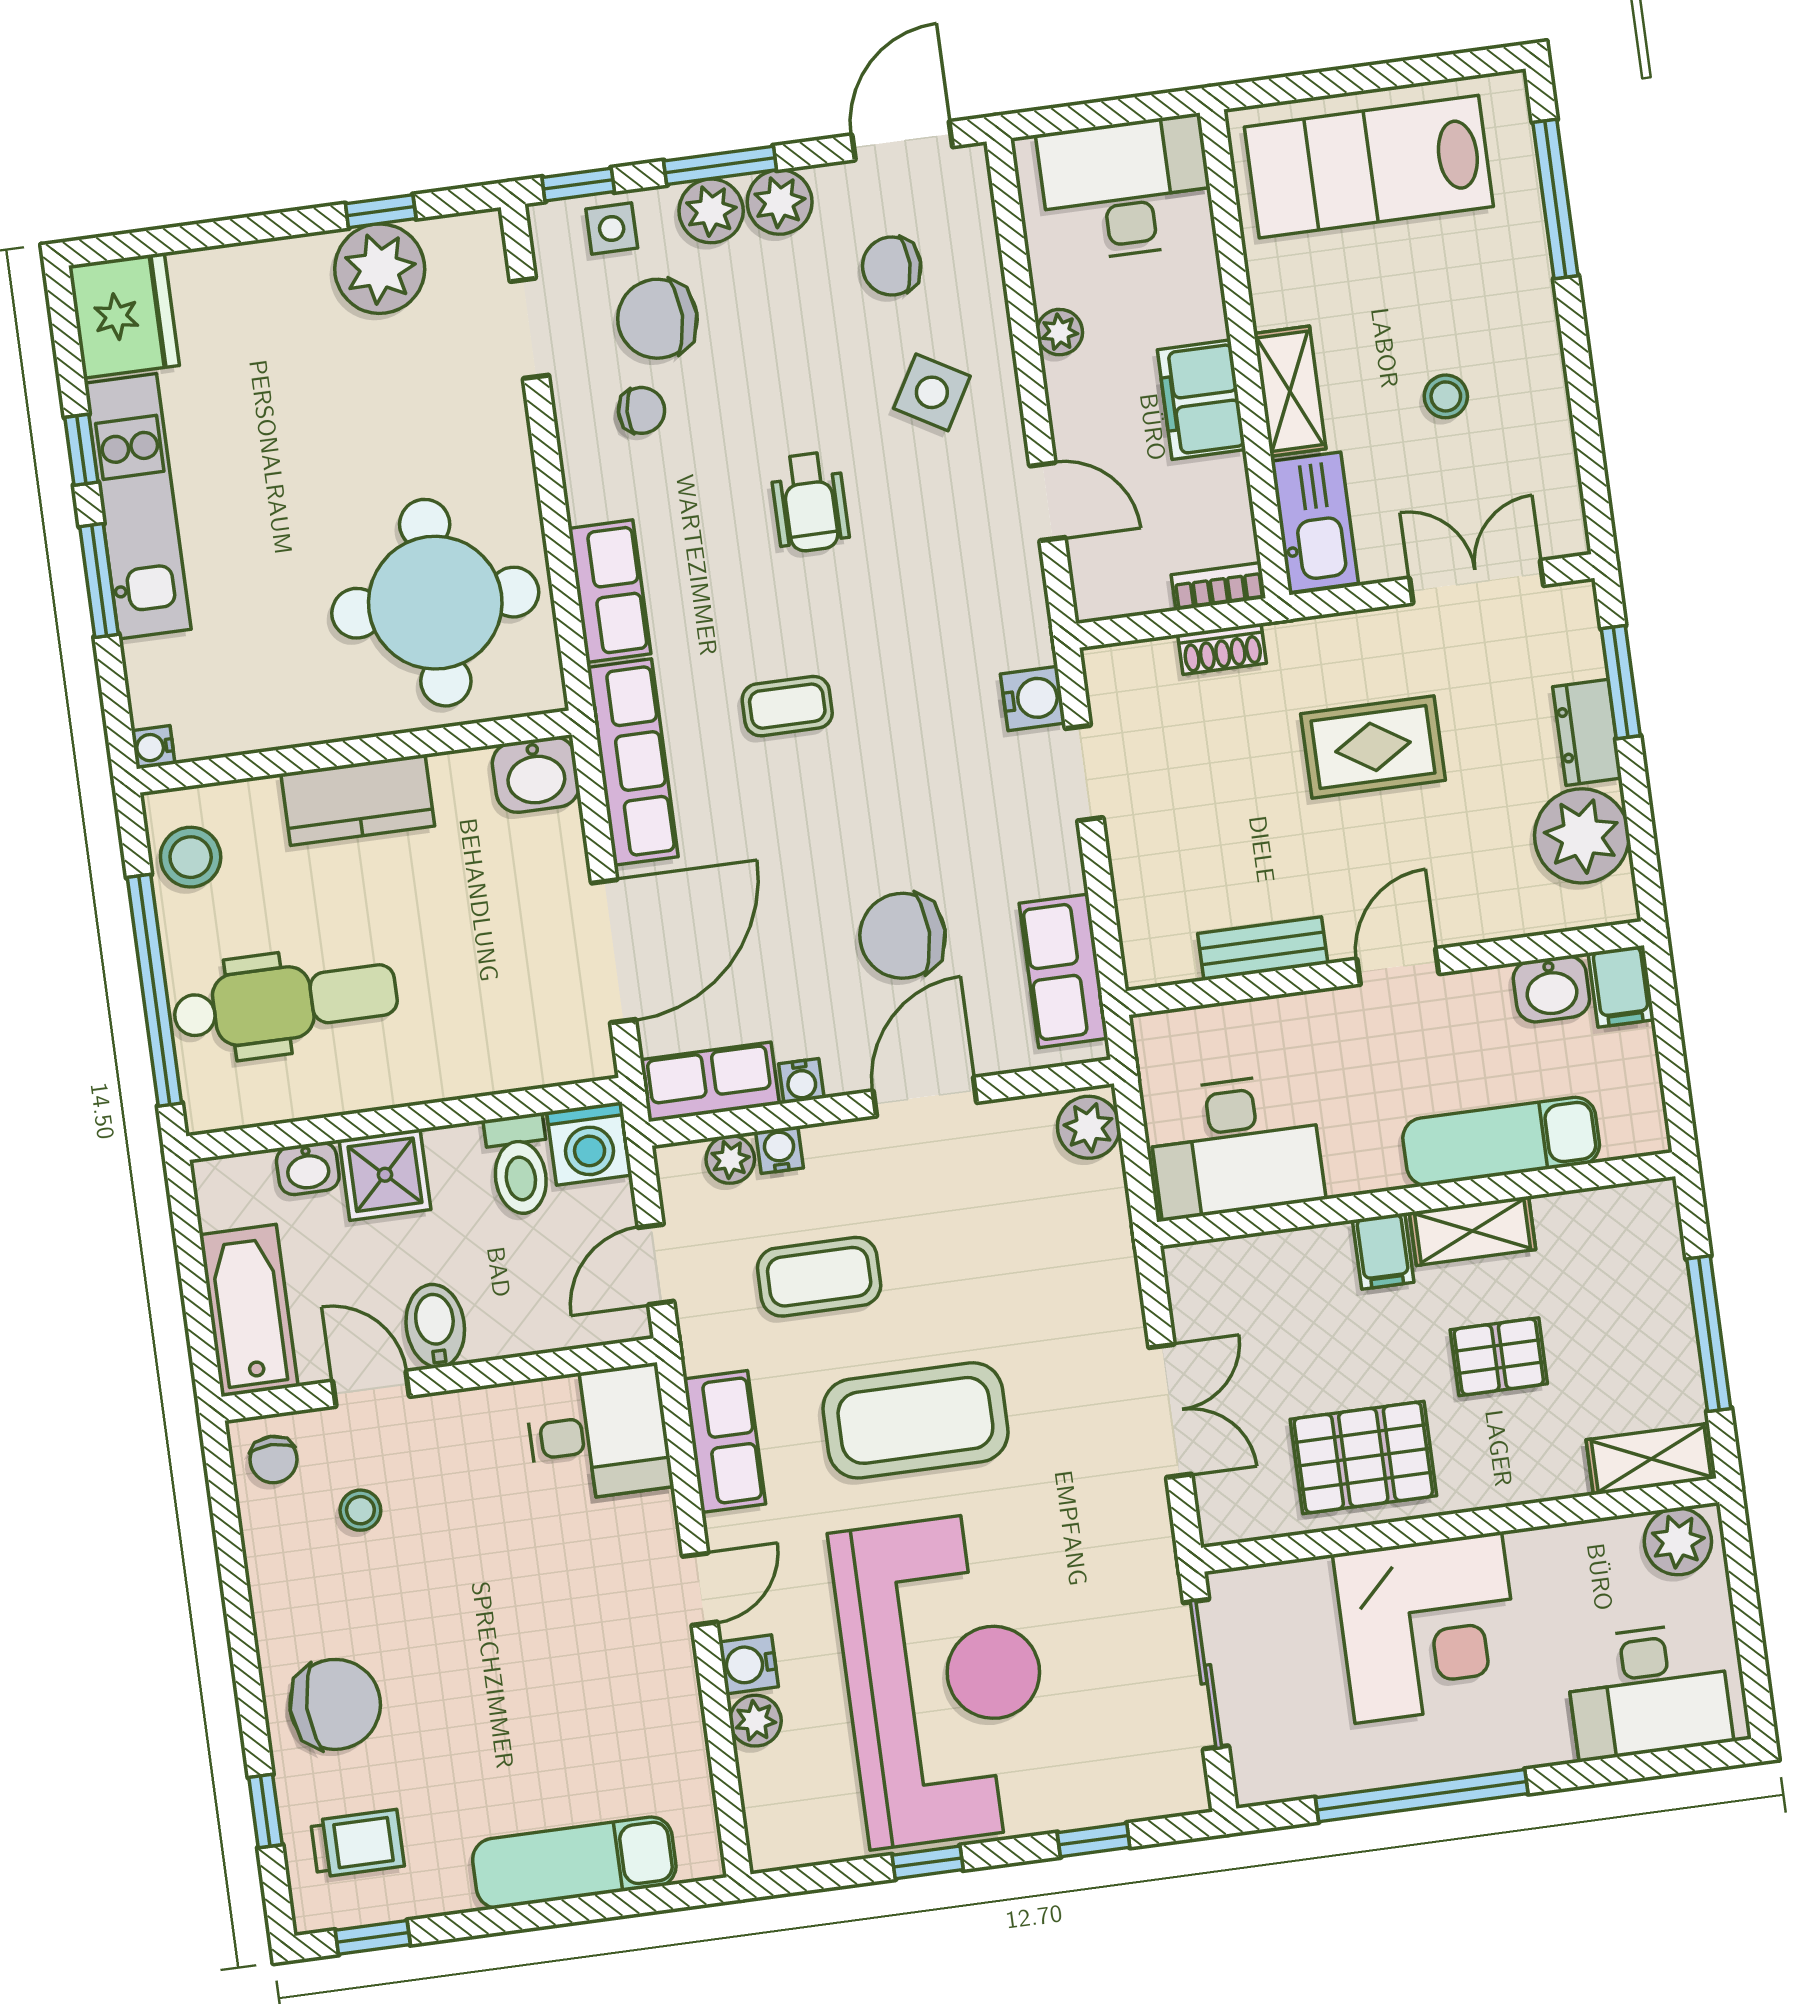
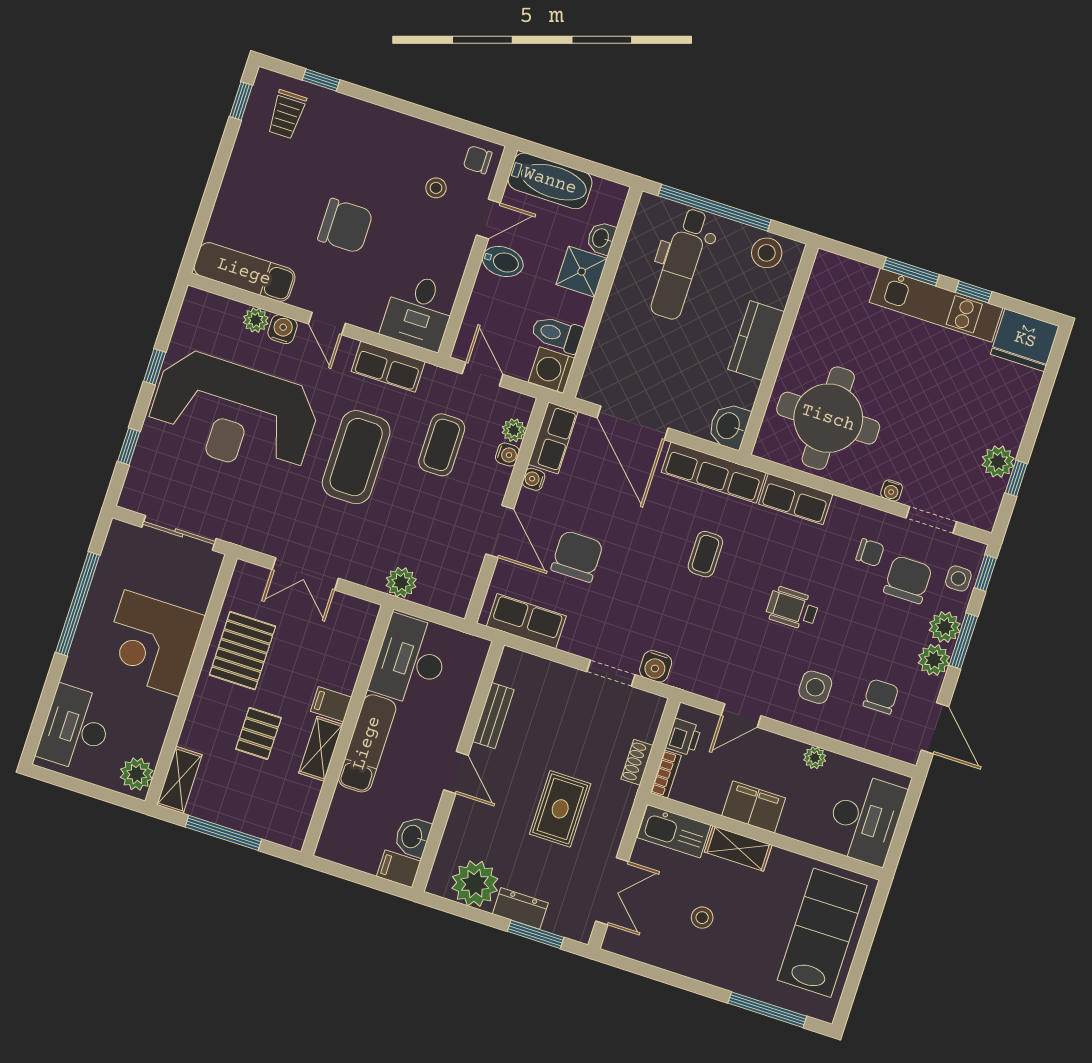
plant: (380, 269) -> (998, 462), width x0.73, depth x0.73
side table: (932, 392) -> (815, 687), turned -30
chair: (641, 410) -> (870, 553), turned -93
printer: (1136, 587) -> (683, 737), added
water cooler: (153, 747) -> (892, 491), moved, turned 180
plant: (1089, 1127) -> (401, 582), moved
exam couch: (1501, 1141) -> (367, 743), moved
chair: (335, 1704) -> (345, 226), moved, turned -90
exam couch: (574, 1863) -> (244, 272), moved, turned -90

